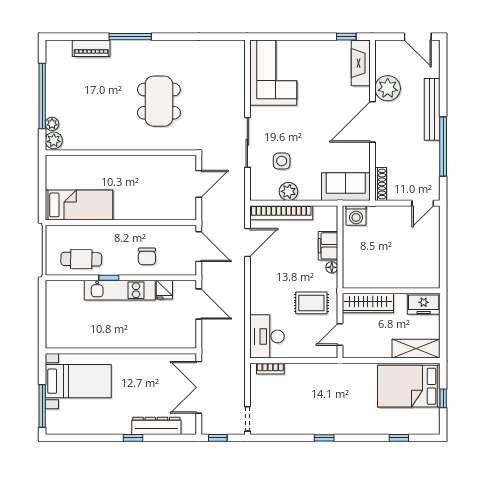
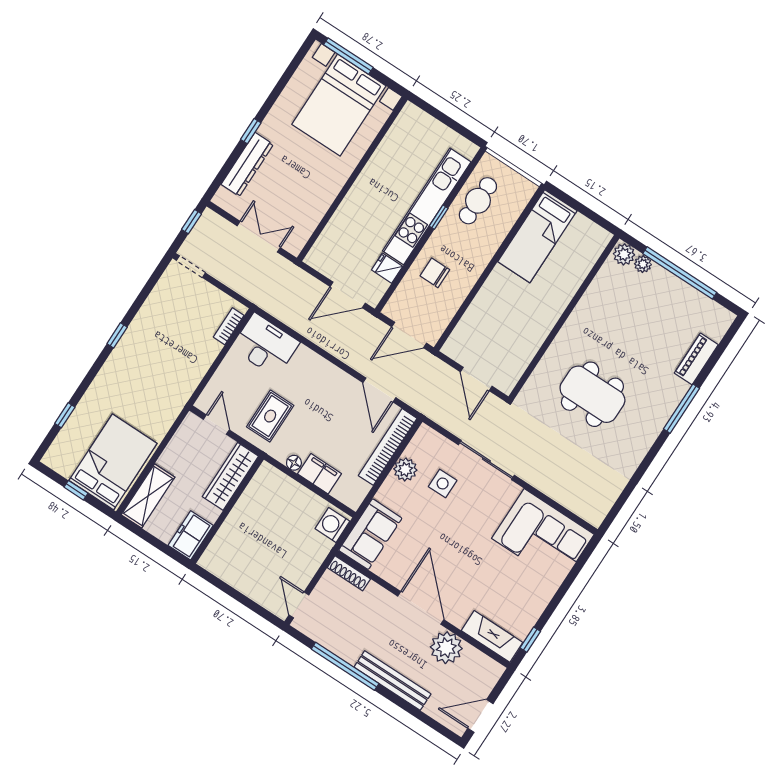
kitchen unit: (120, 290) -> (427, 206), width x1.36
bed with nightstands: (78, 381) -> (339, 105), width x1.36
double door: (199, 387) -> (259, 237), width x0.73

